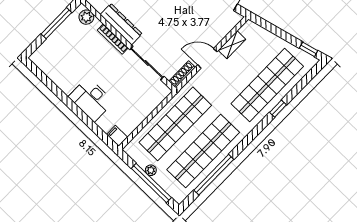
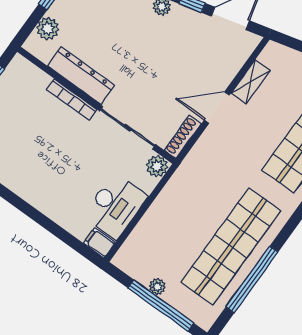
plant: (86, 17) -> (157, 166), moved
desk: (91, 99) -> (115, 206), moved, turned -90
shop shelf: (175, 124) -> (184, 212), removed

